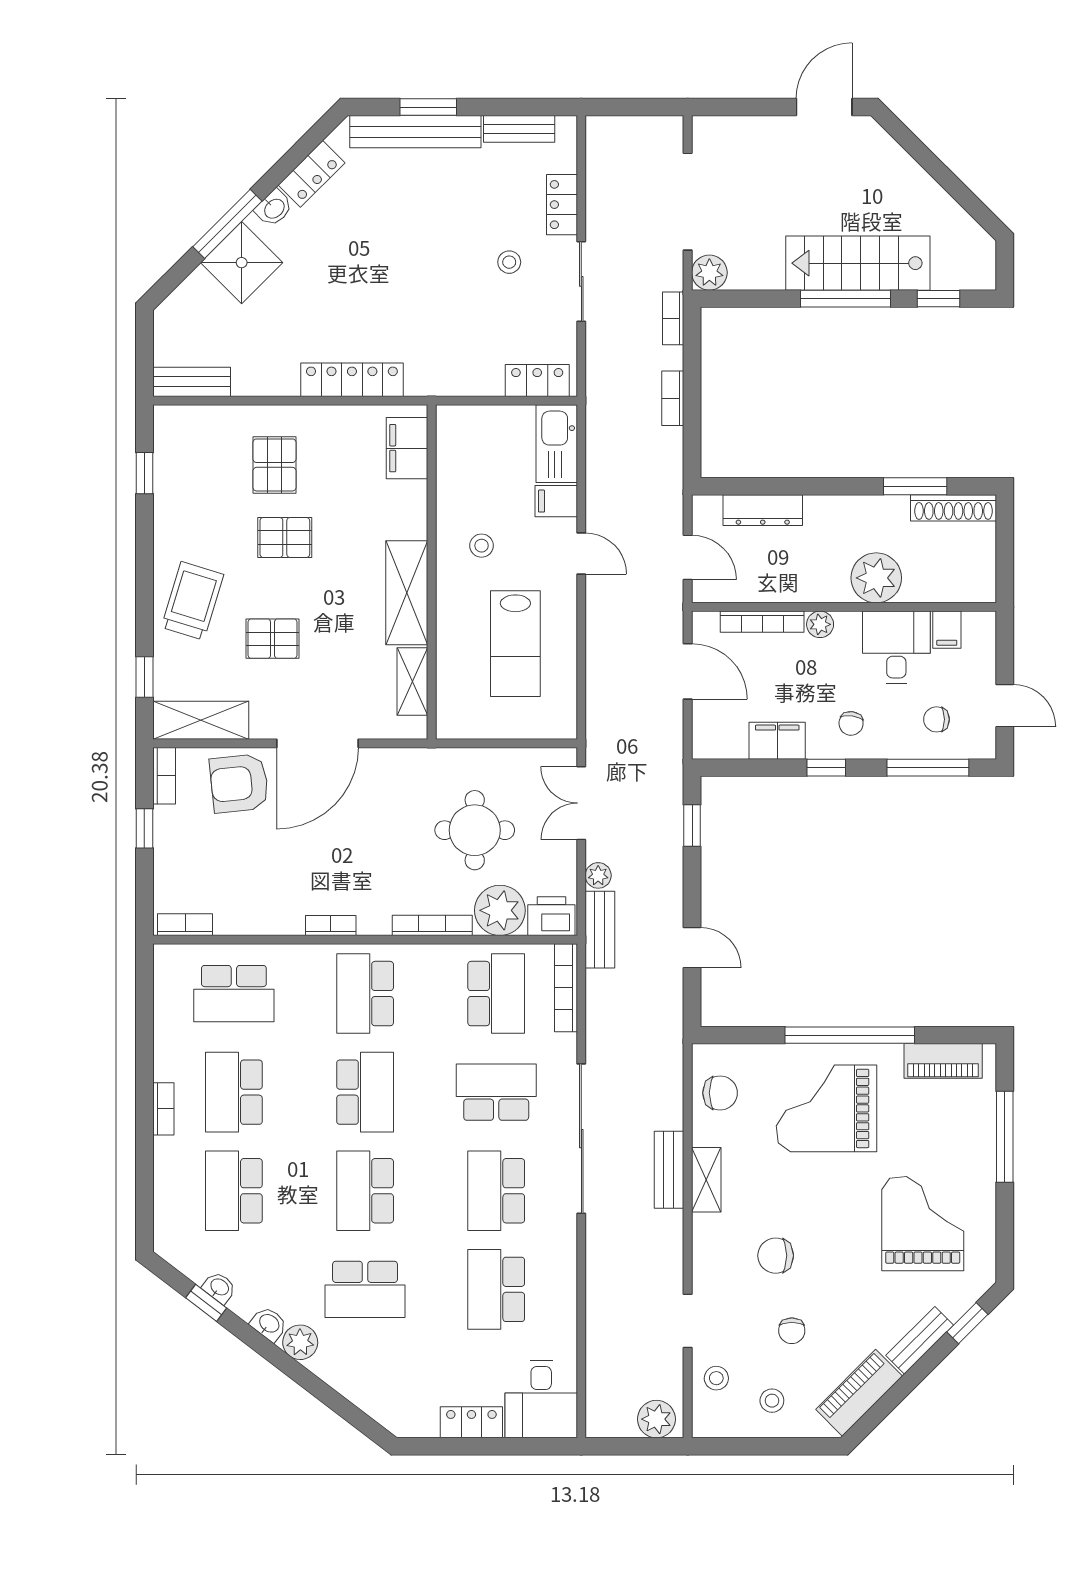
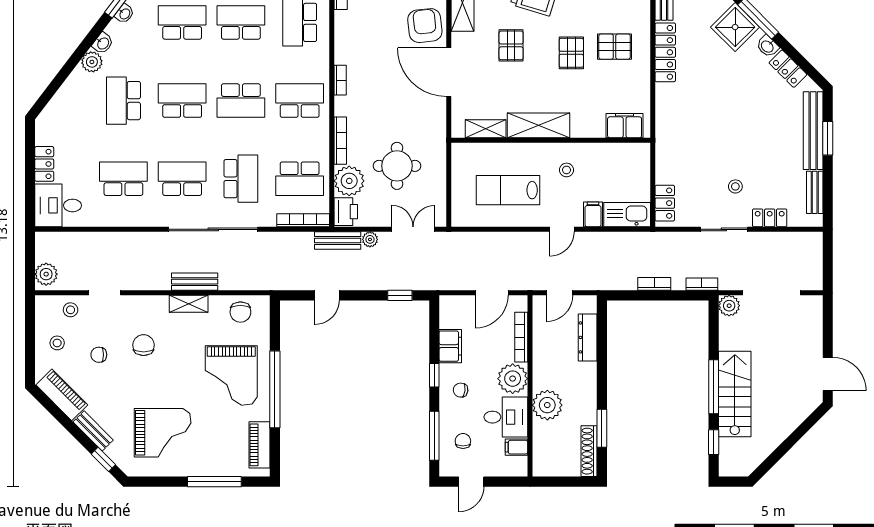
locker: (352, 380) -> (665, 52), moved
plant: (820, 624) -> (513, 379), width x1.87, depth x1.87
grand piano: (826, 1108) -> (231, 375), turned 180

